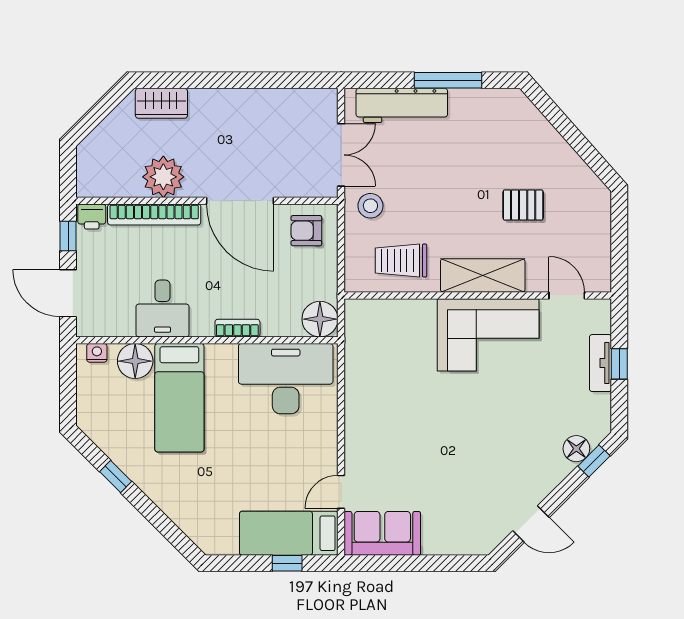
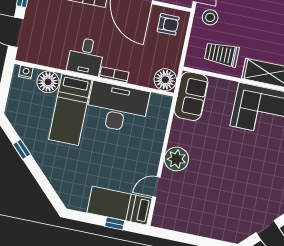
armchair: (306, 231) -> (168, 24), turned 180
desk: (163, 309) -> (86, 56), moved
desk: (286, 379) -> (117, 107), moved
plant: (364, 441) -> (176, 159), added
sofa: (382, 533) -> (191, 96), moved, turned 90

